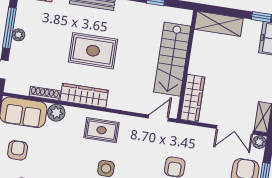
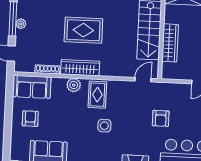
wardrobe: (193, 98) -> (170, 43), moved
plant: (56, 113) -> (74, 85), moved
rug: (102, 130) -> (97, 95), turned 90

